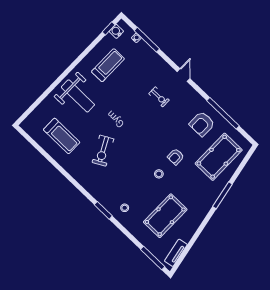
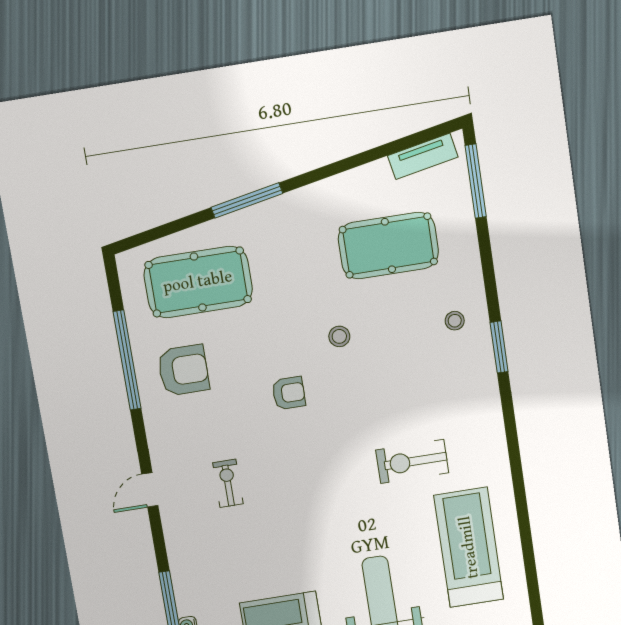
treadmill: (62, 136) -> (469, 547), width x1.37, depth x1.38
exercise bike: (103, 151) -> (412, 461), turned -152
armchair: (176, 157) -> (289, 393), moved

